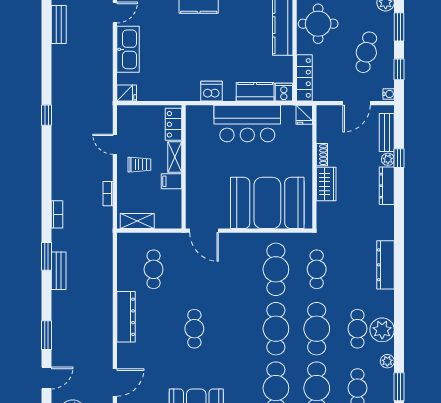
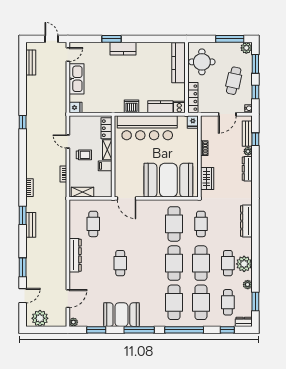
bar counter: (247, 123) -> (147, 128), width x1.36
window: (399, 158) -> (255, 139), moved
wardrobe: (326, 184) -> (207, 179), moved

